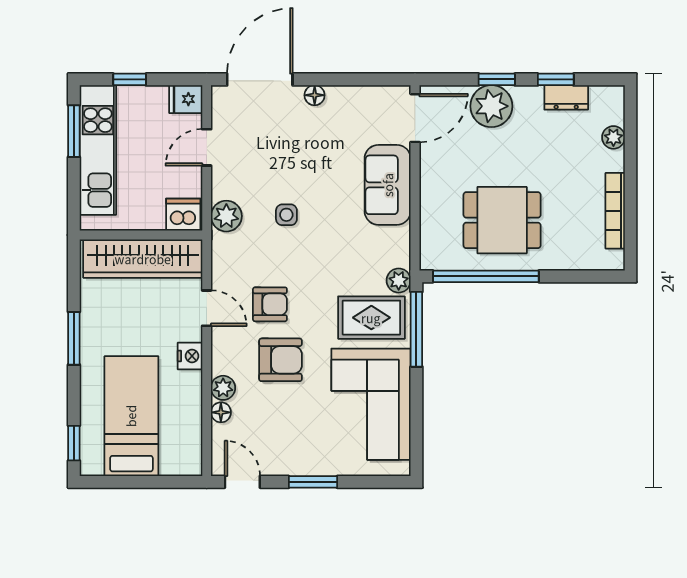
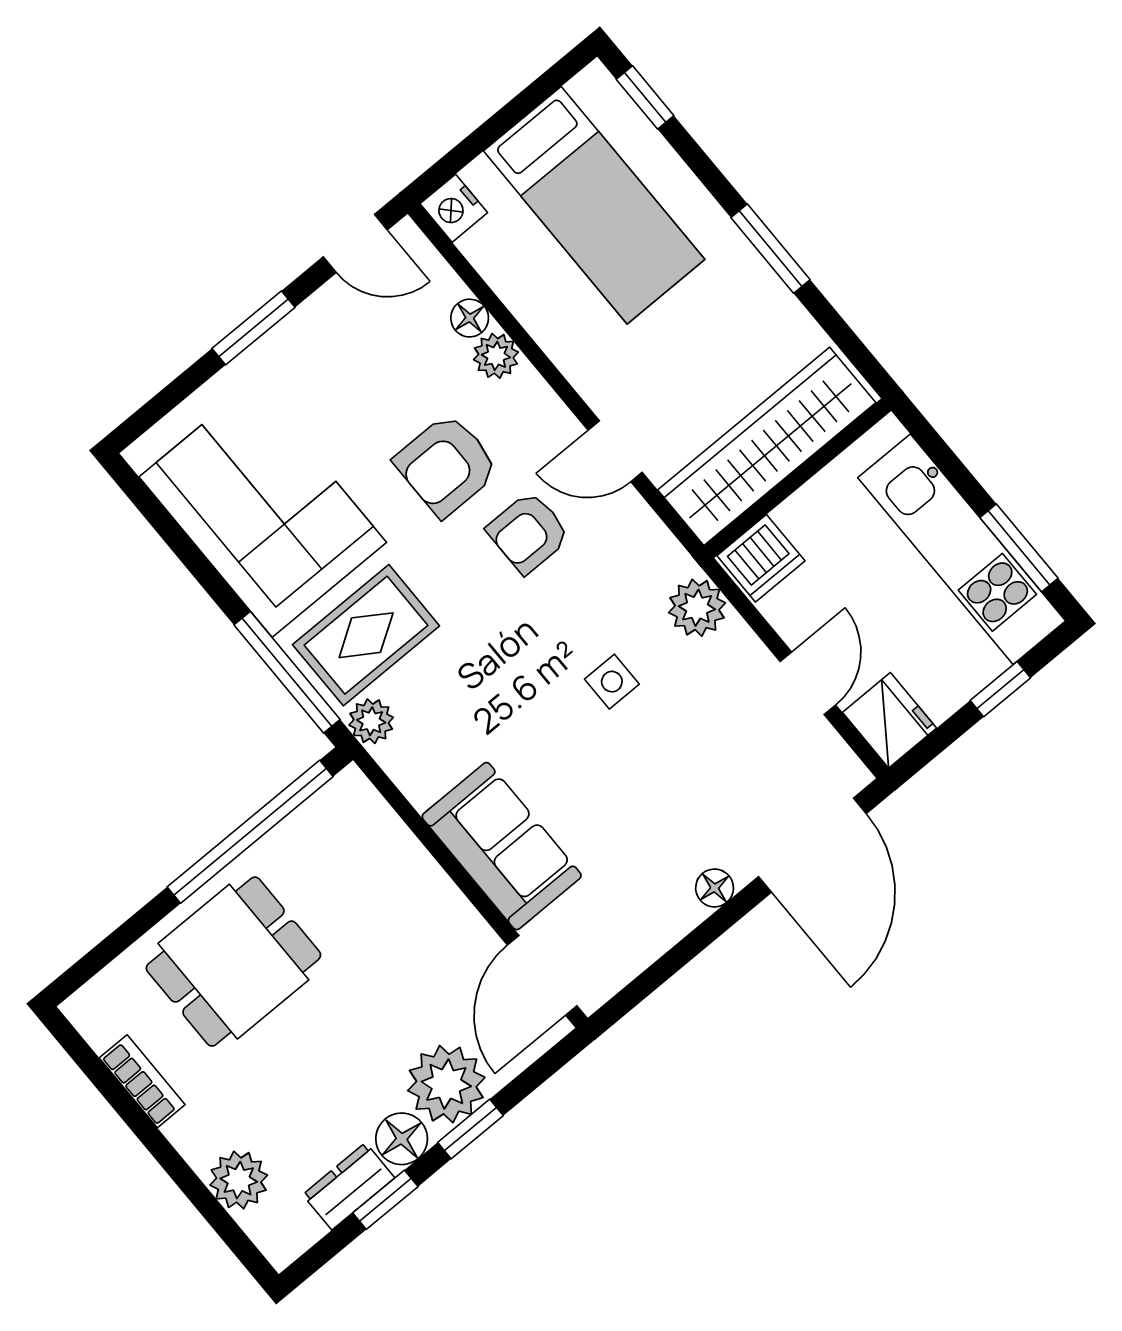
fridge: (186, 99) -> (889, 720), width x1.38
floor lamp: (528, 99) -> (402, 1139), added
plant: (613, 137) -> (239, 1180), width x1.38, depth x1.38
bookcase: (615, 211) -> (142, 1081), width x0.64
dining table: (502, 220) -> (233, 962), moved
nightstand: (190, 356) -> (454, 208), moved

